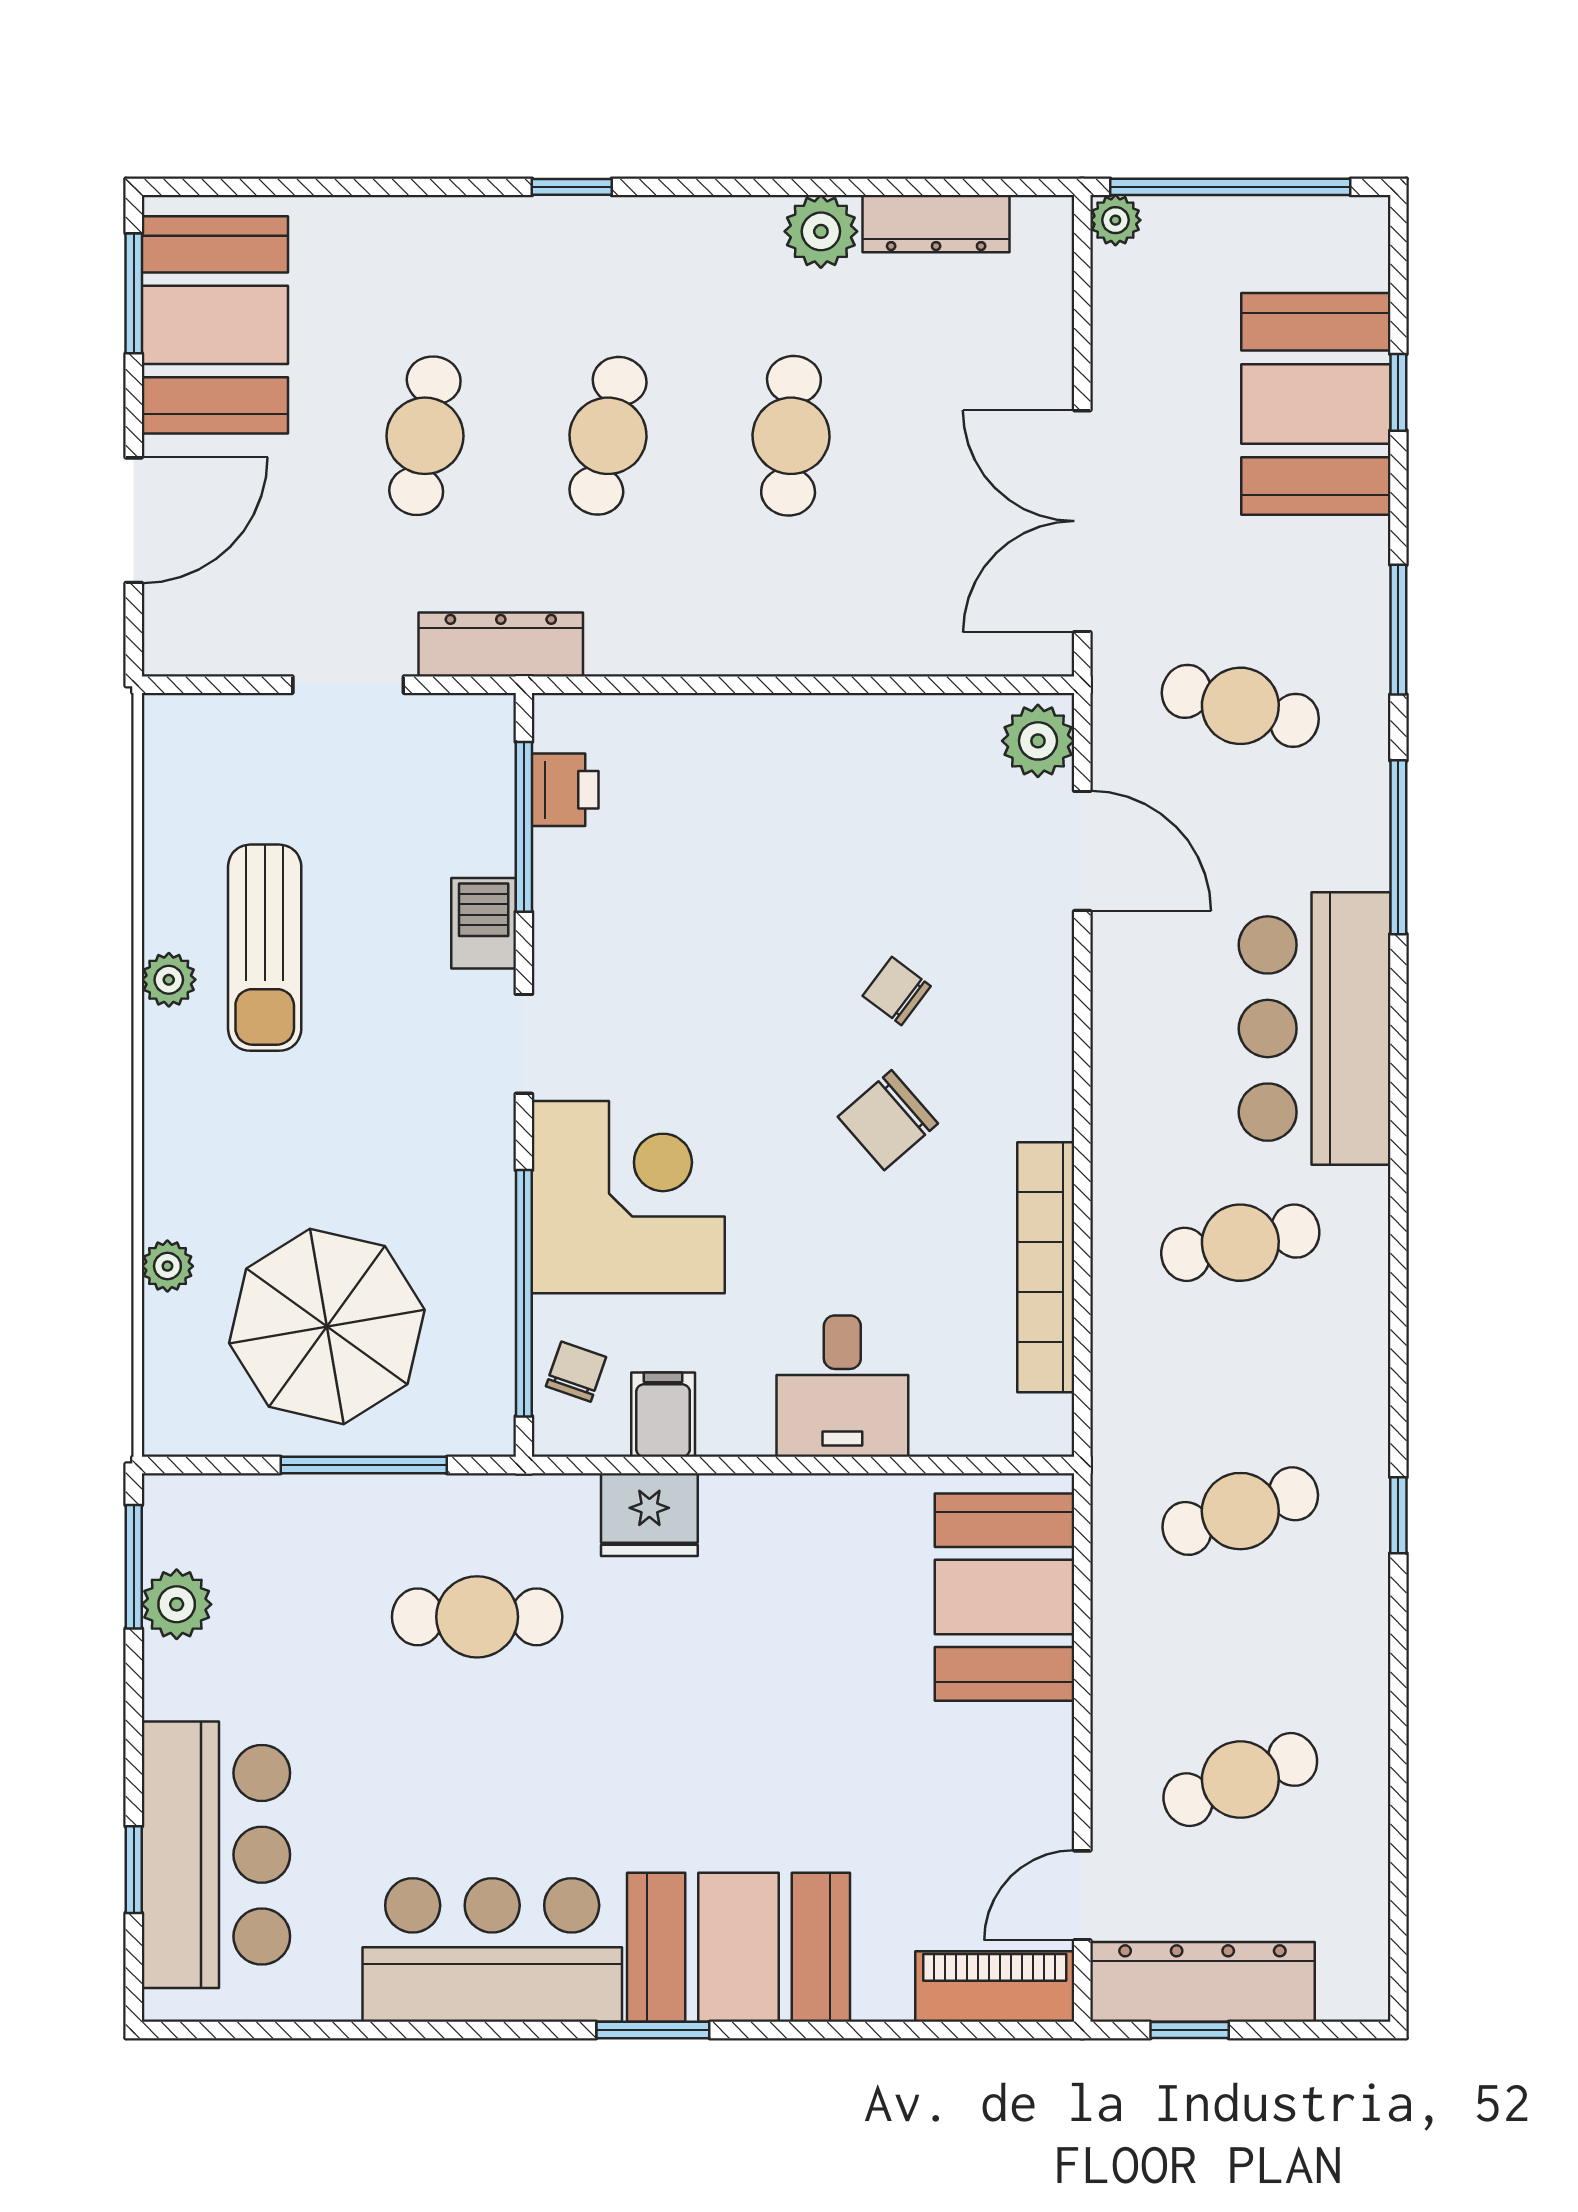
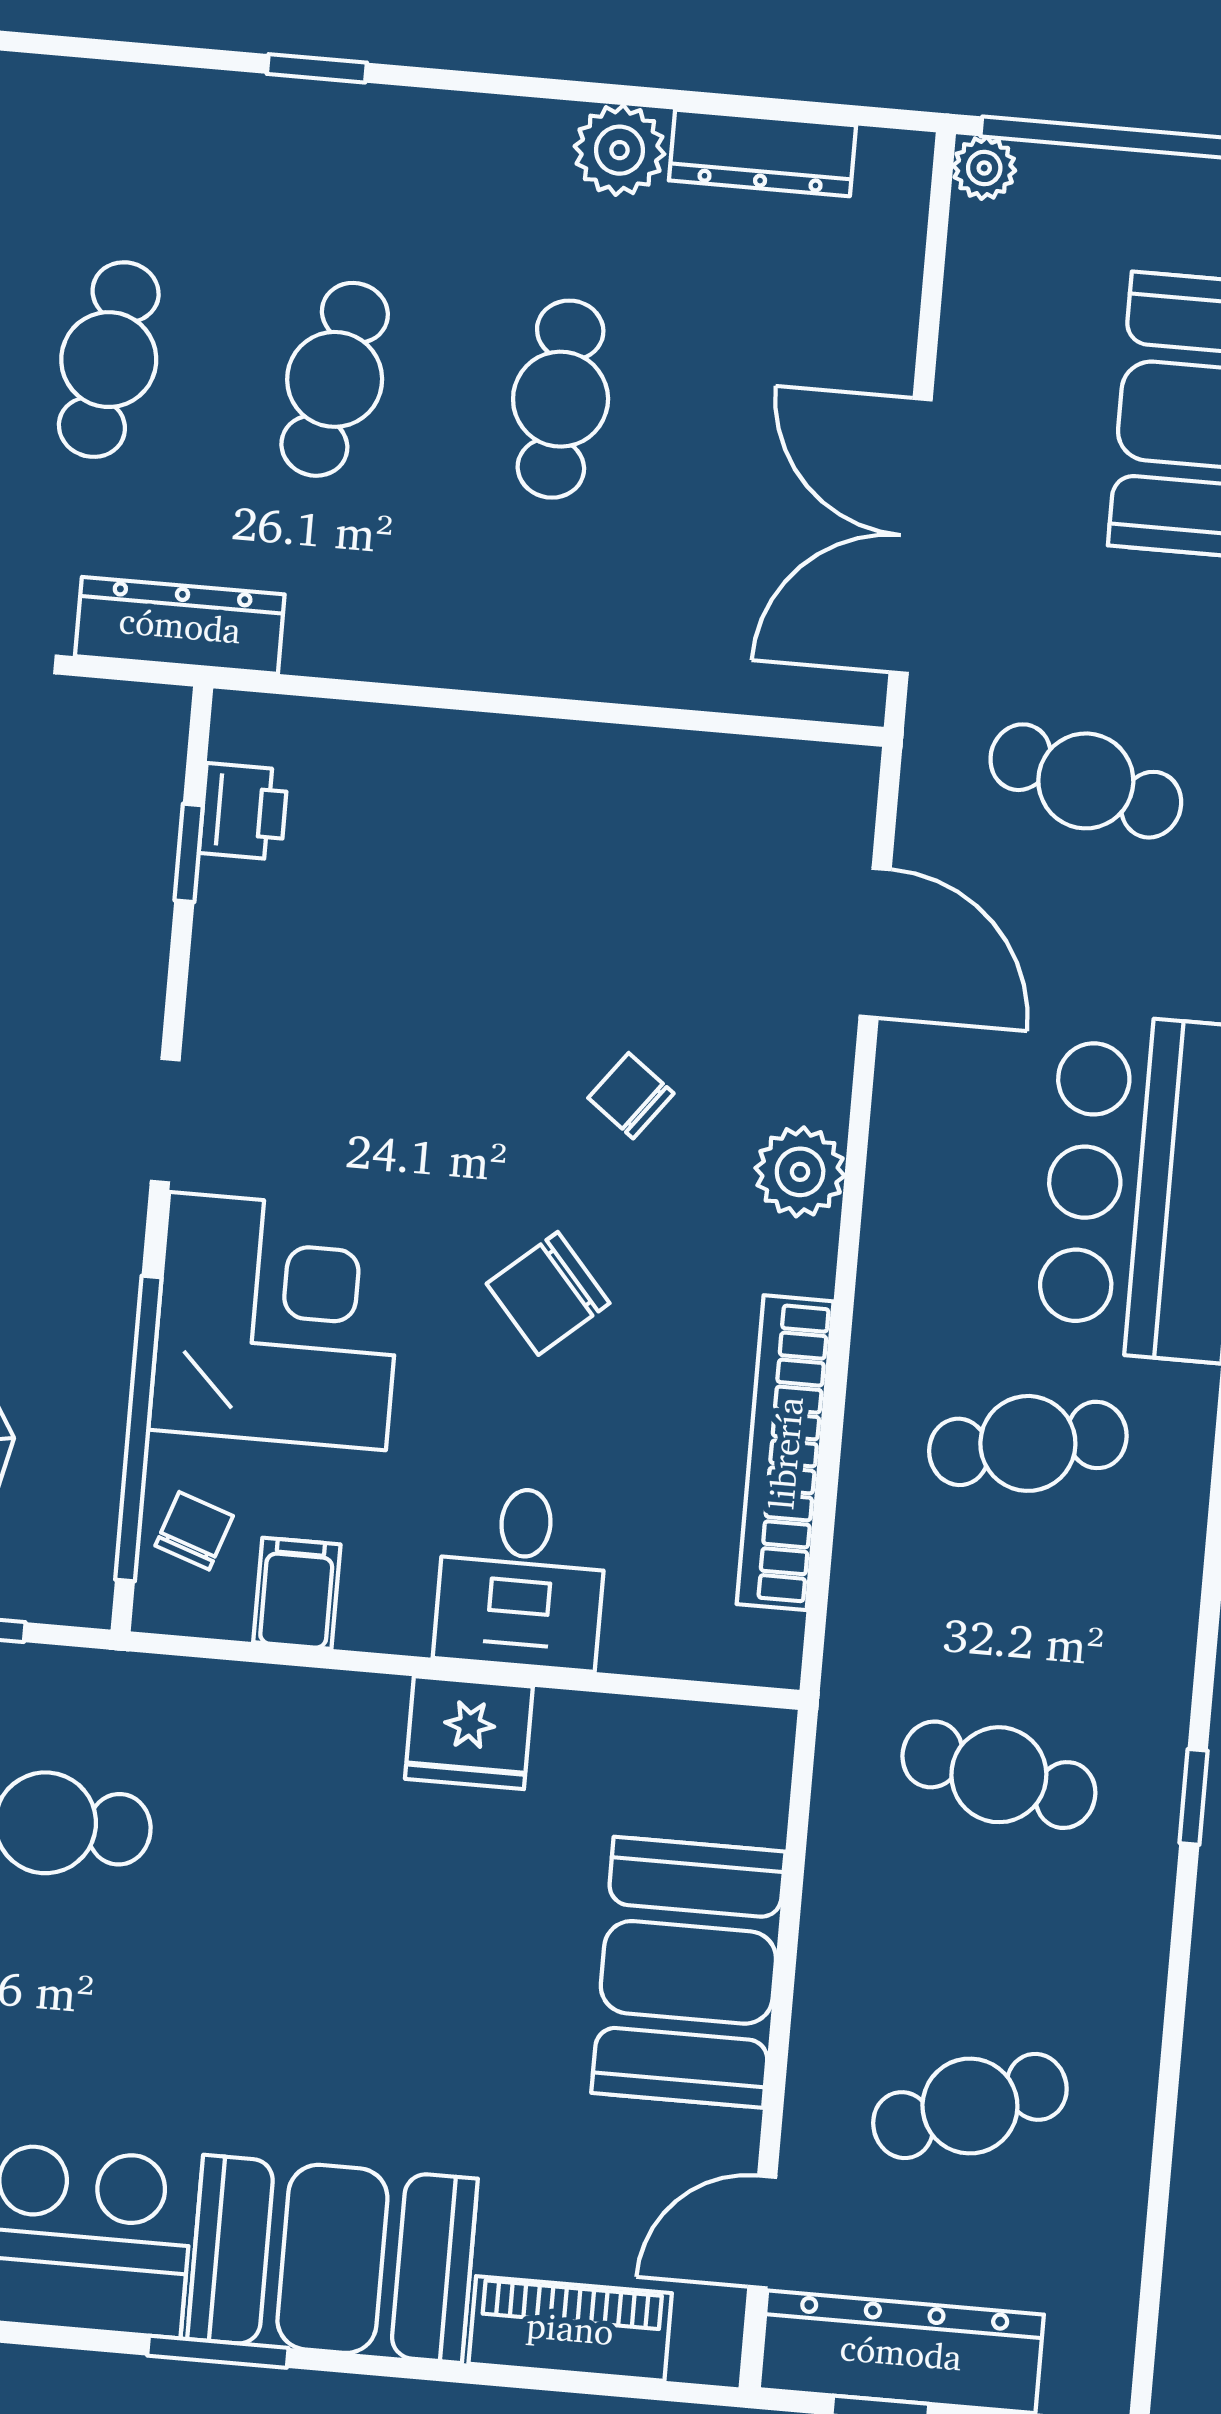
plant: (1038, 741) -> (800, 1172), moved
window: (524, 827) -> (189, 853), width x0.46
barbecue: (484, 923) -> (129, 968), removed
chair: (888, 1120) -> (548, 1293), moved
cafe table: (1240, 1511) -> (999, 1775), turned 30
fridge: (649, 1515) -> (469, 1733), moved
booth: (1005, 1597) -> (688, 1972), moved
piano: (995, 1986) -> (570, 2328), moved

